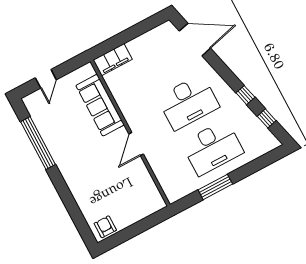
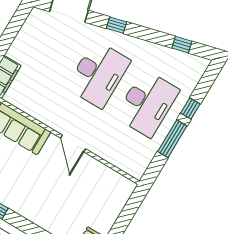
window: (245, 95) -> (117, 25), moved
window: (243, 172) -> (190, 108), added

